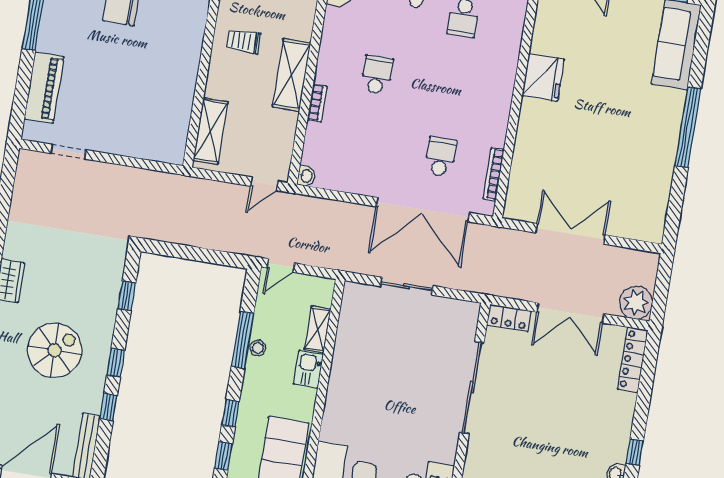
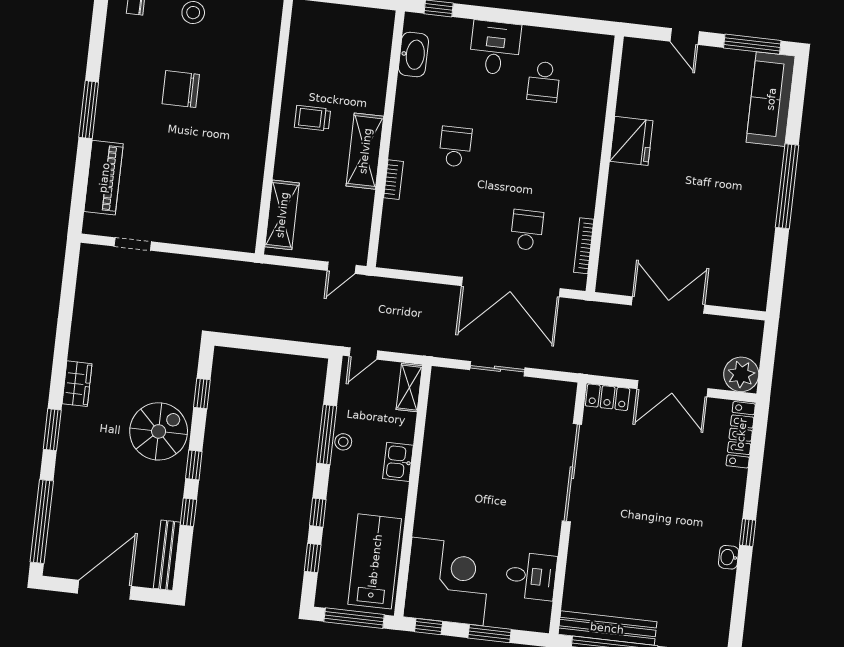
washbasin: (306, 176) -> (386, 257), removed
shelving: (318, 329) -> (409, 388), moved
spiral stairs: (55, 350) -> (159, 431), moved

